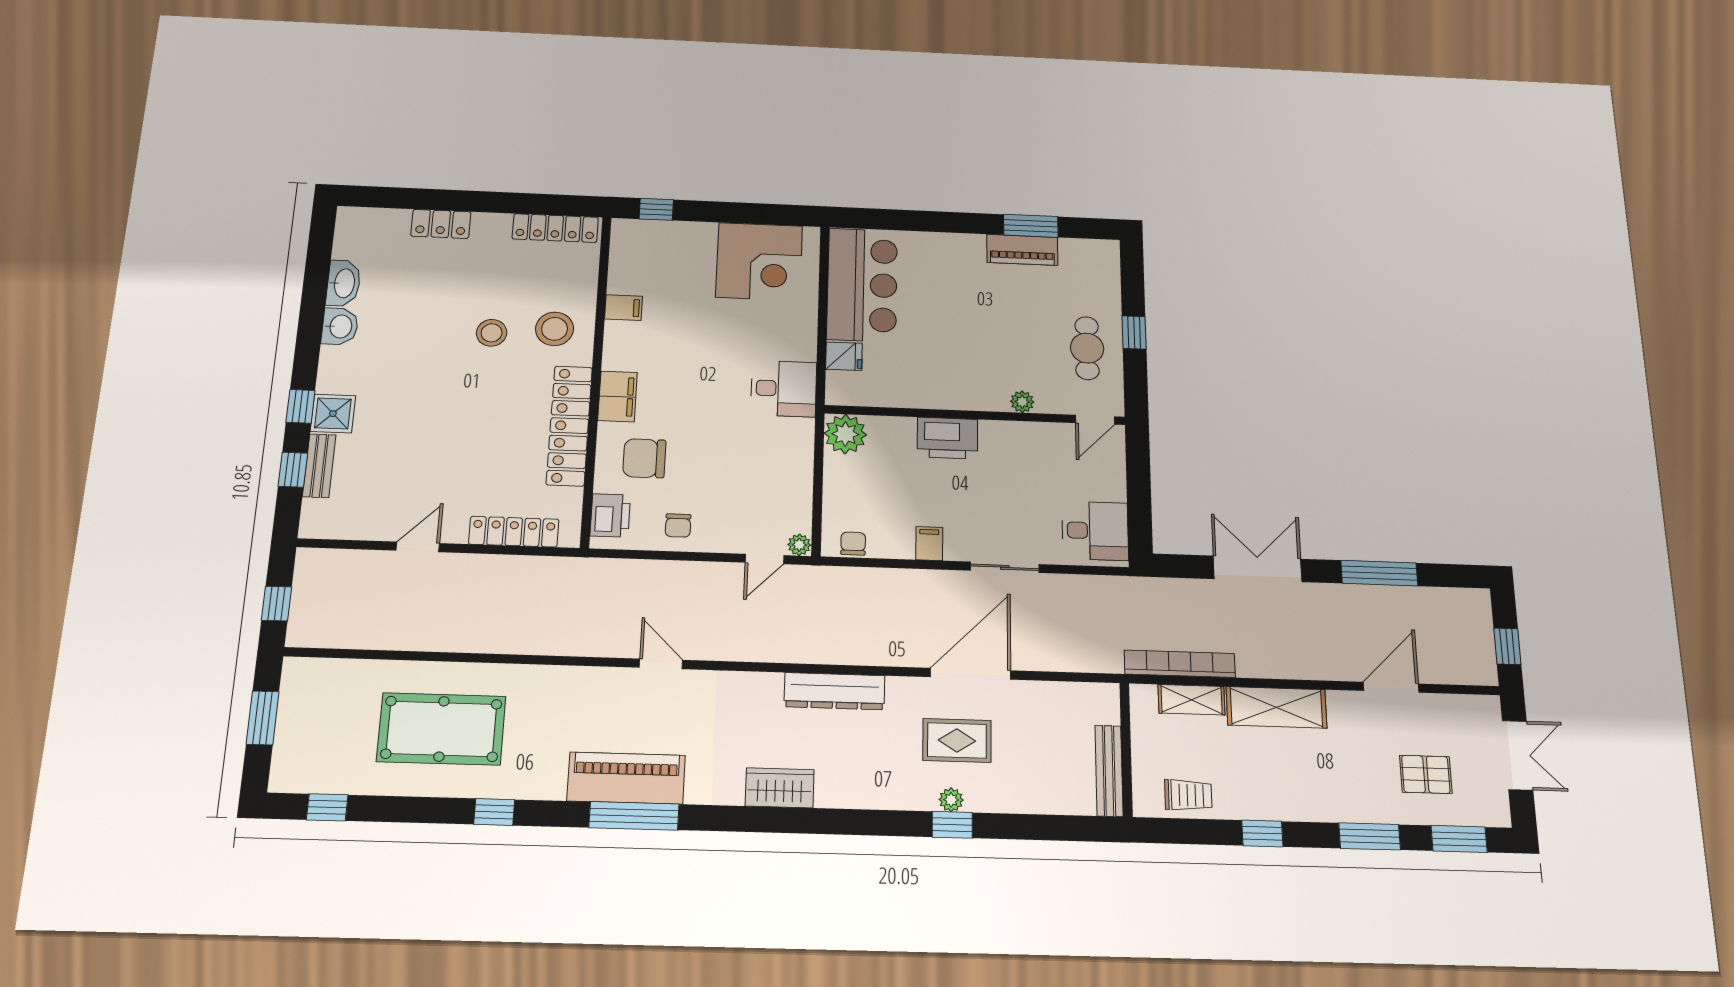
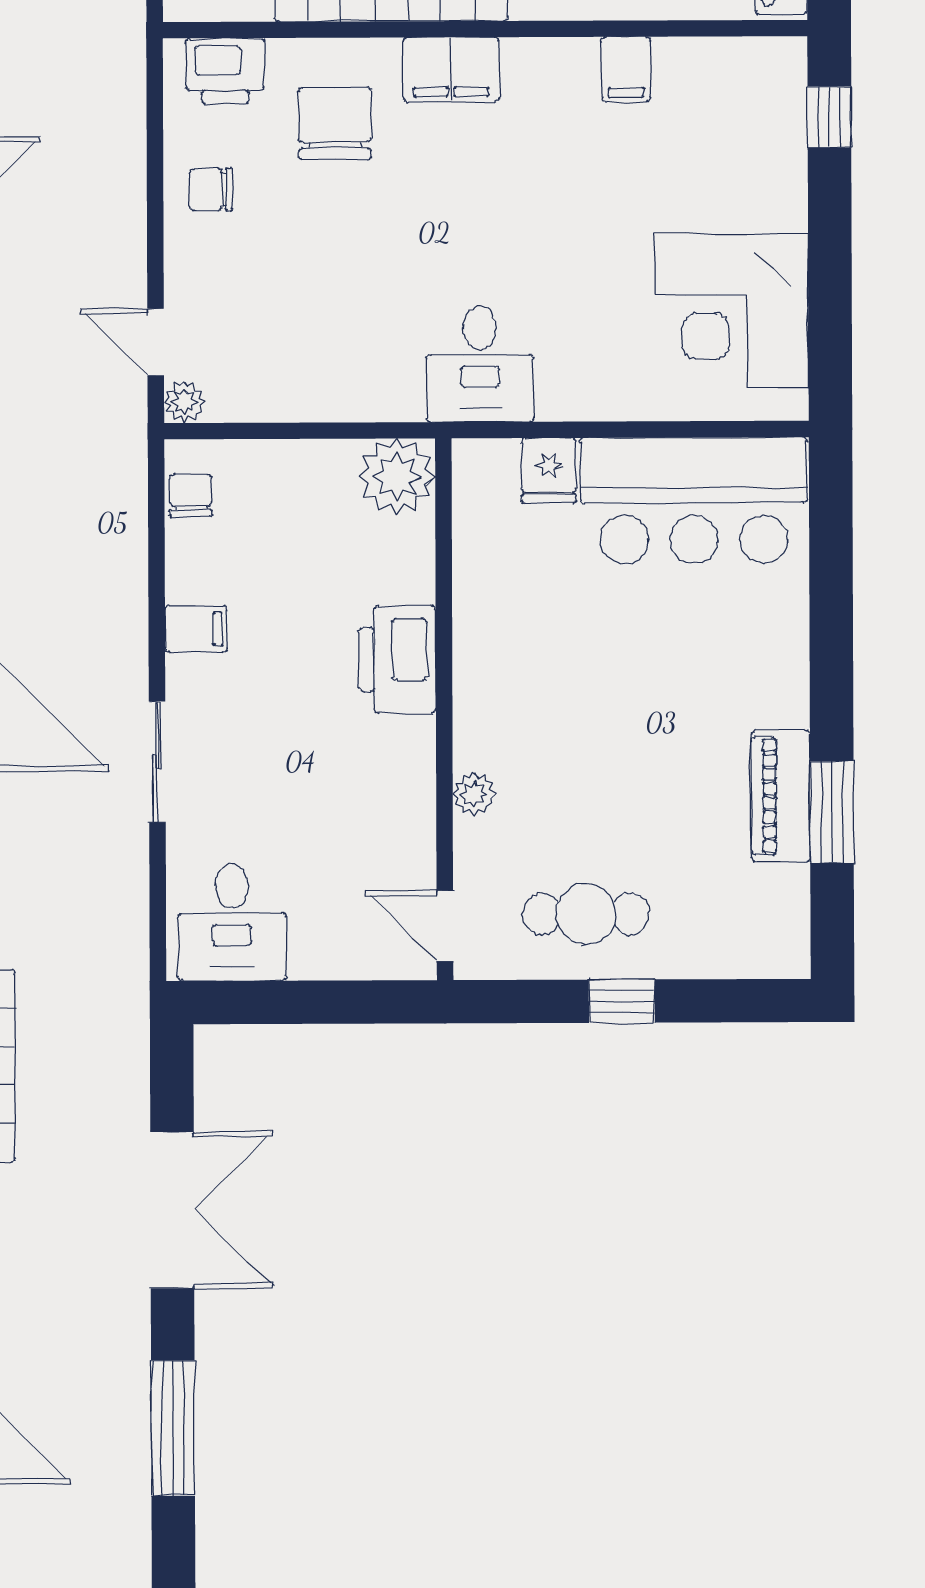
chair: (853, 544) -> (190, 495), turned -90

